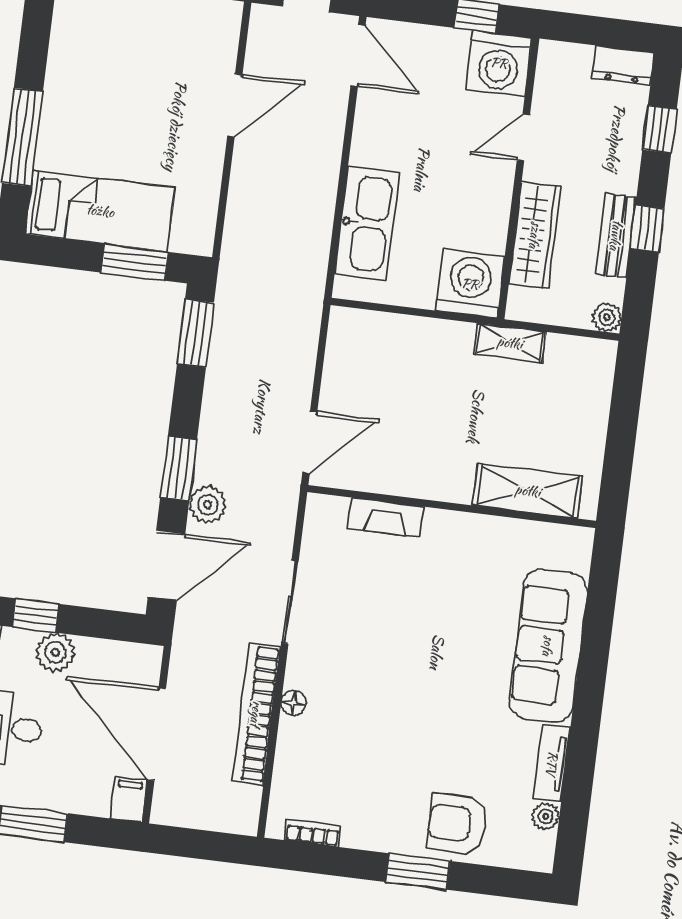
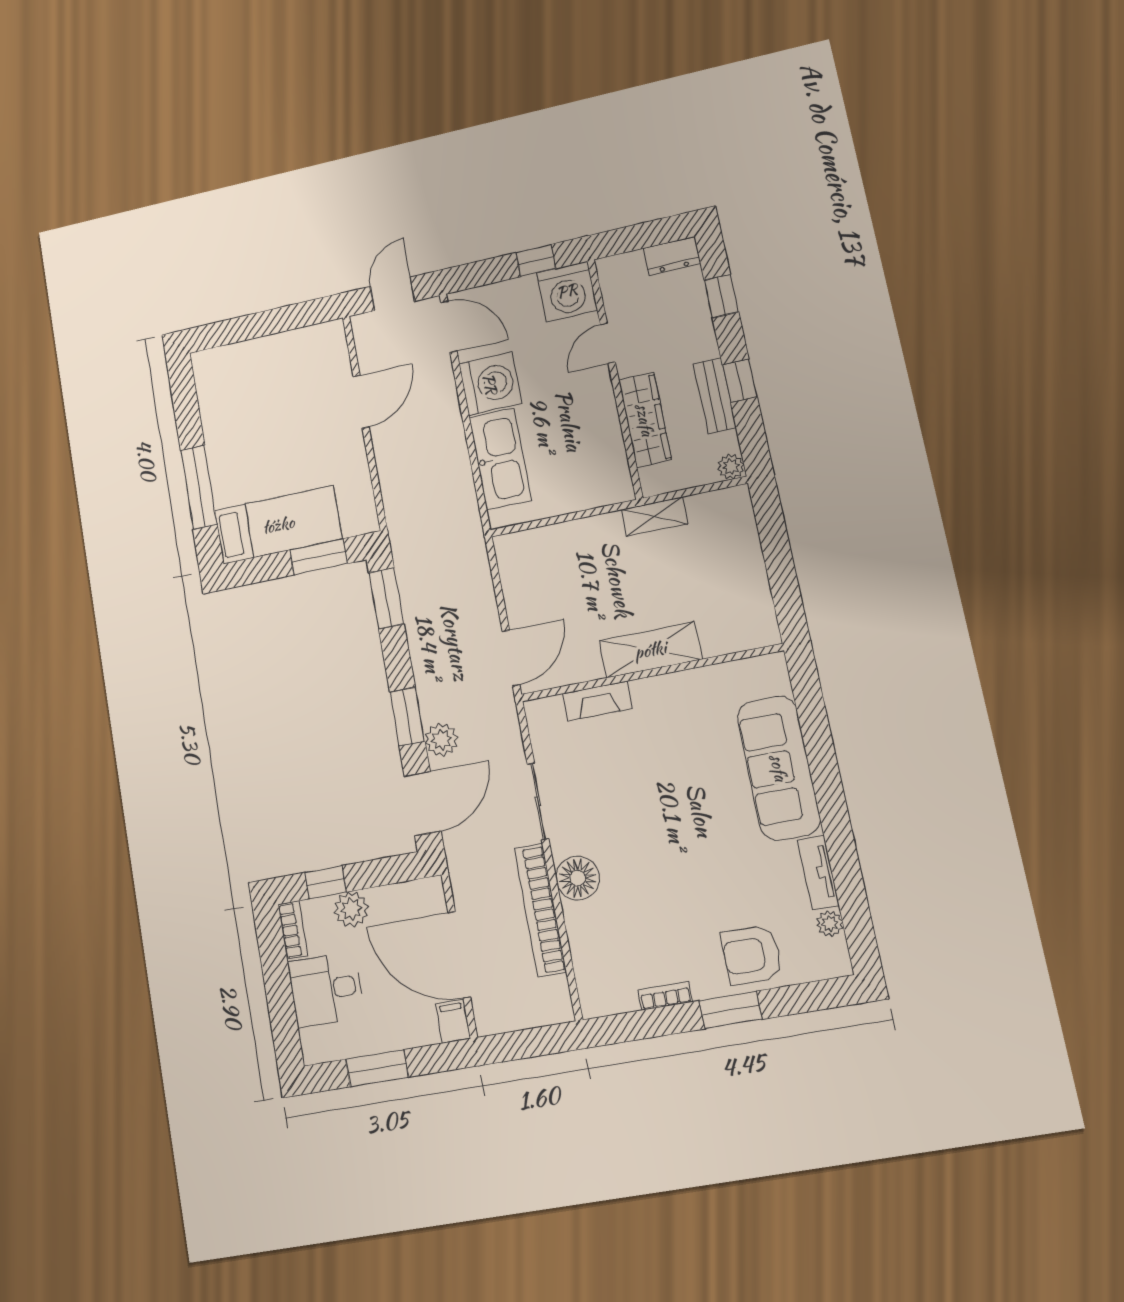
washing machine: (470, 284) -> (490, 384), moved, turned 90
shelving: (528, 491) -> (650, 650), moved
floor lamp: (294, 703) -> (578, 878), width x1.89, depth x1.89
bookcase: (313, 833) -> (665, 996), moved

